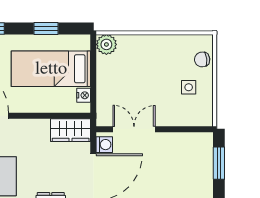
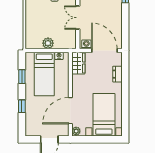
plant: (106, 44) -> (48, 43), moved
double door: (134, 129) -> (78, 18), moved

